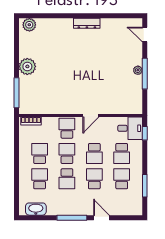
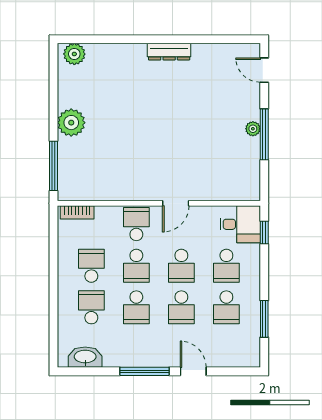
school desk: (67, 153) -> (136, 266), turned 180
school desk: (94, 179) -> (181, 307), turned 180
school desk: (122, 179) -> (226, 307), turned 180

